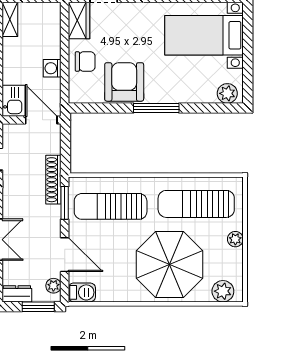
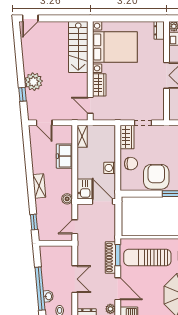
shoe rack: (53, 180) -> (110, 257), moved

